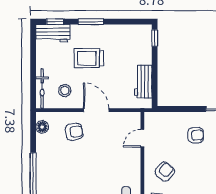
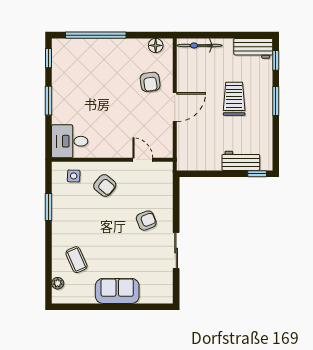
workbench: (53, 33) -> (253, 48), moved, turned -90
workbench: (143, 82) -> (241, 161), moved
stool: (65, 91) -> (197, 71), removed
armchair: (196, 135) -> (146, 221), turned -111

